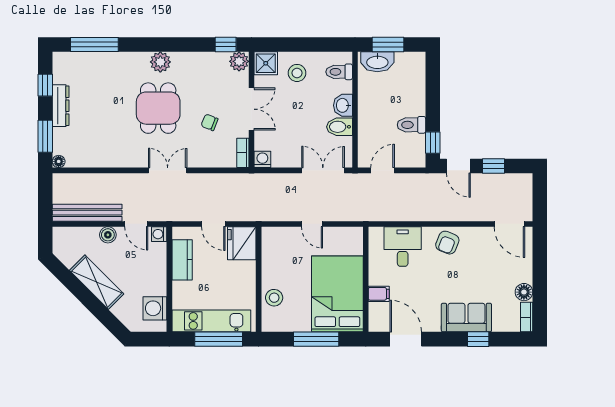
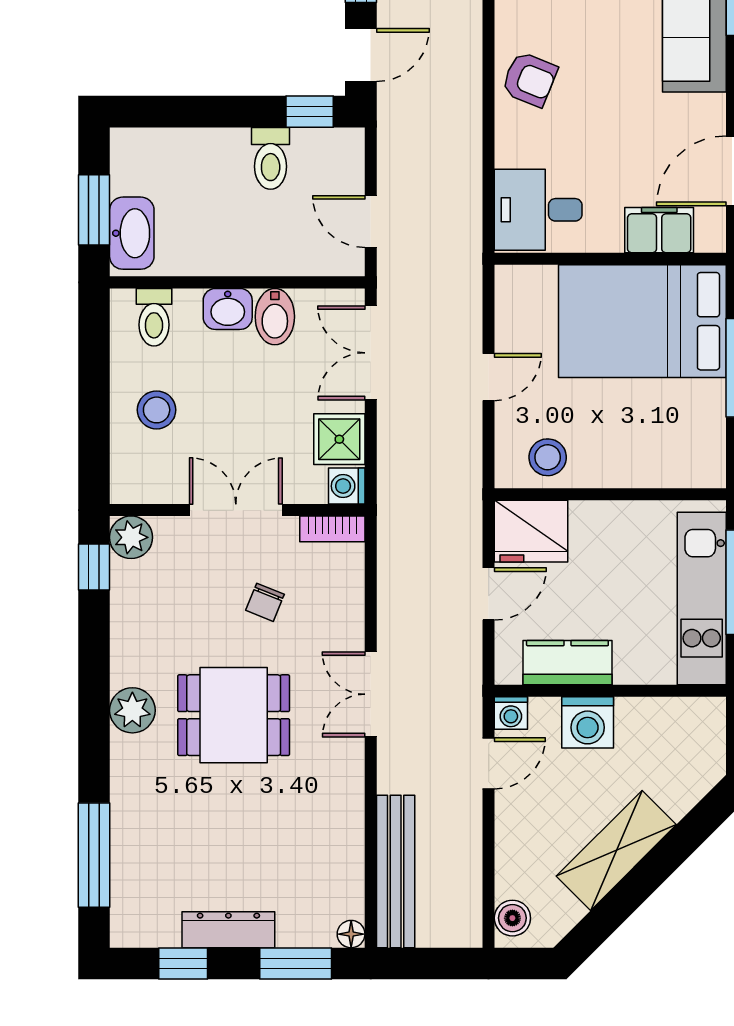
shower: (266, 63) -> (339, 439), moved
bench: (87, 213) -> (396, 871), moved
boiler: (108, 235) -> (512, 918), moved
desk: (403, 247) -> (538, 210), moved
filing cabinet: (379, 294) -> (659, 230), width x2.00
stool: (274, 298) -> (548, 457), moved
washing machine: (155, 308) -> (588, 722), moved

